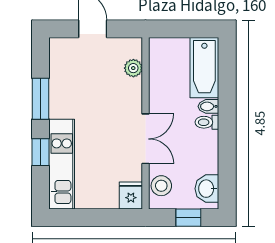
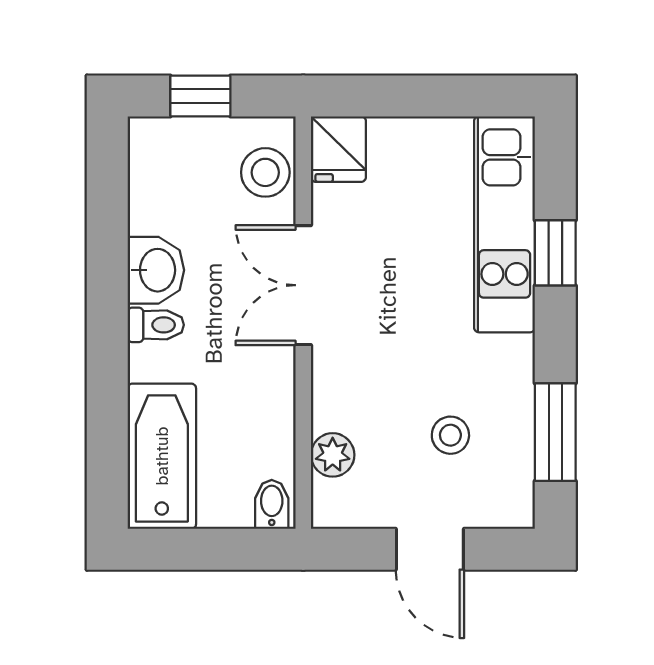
stool: (84, 76) -> (450, 435), added
window: (41, 99) -> (555, 432), moved
bidet: (208, 106) -> (272, 504), moved, turned -90
washbasin: (207, 189) -> (156, 270), moved

